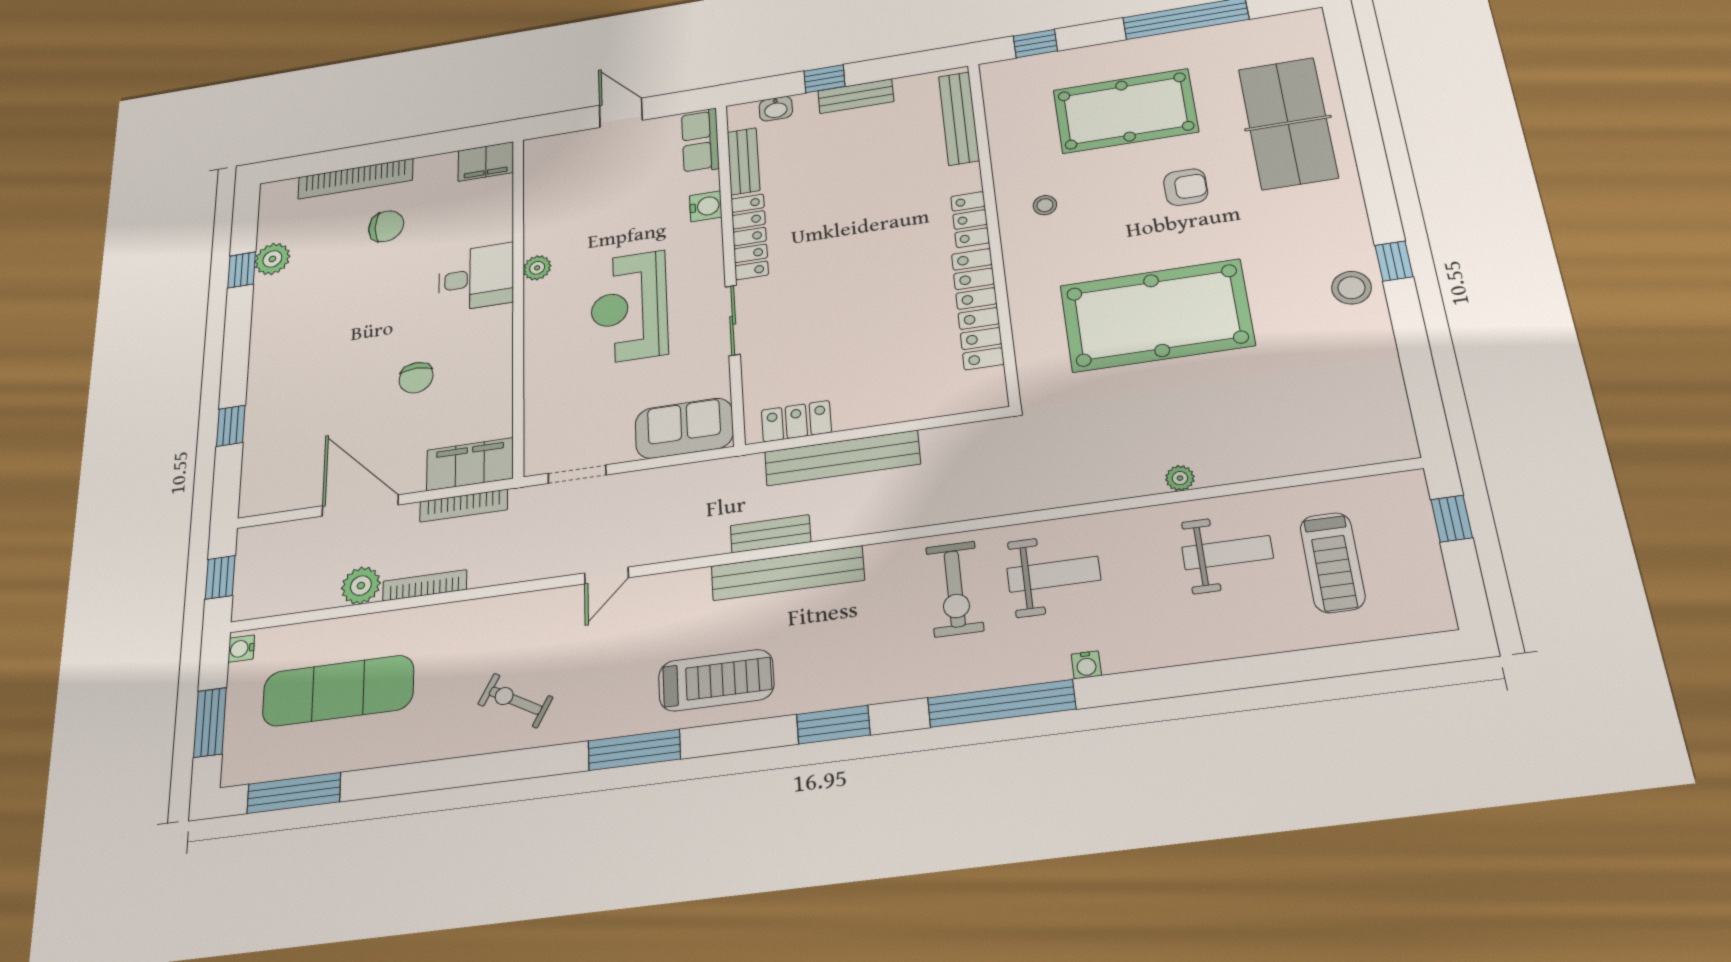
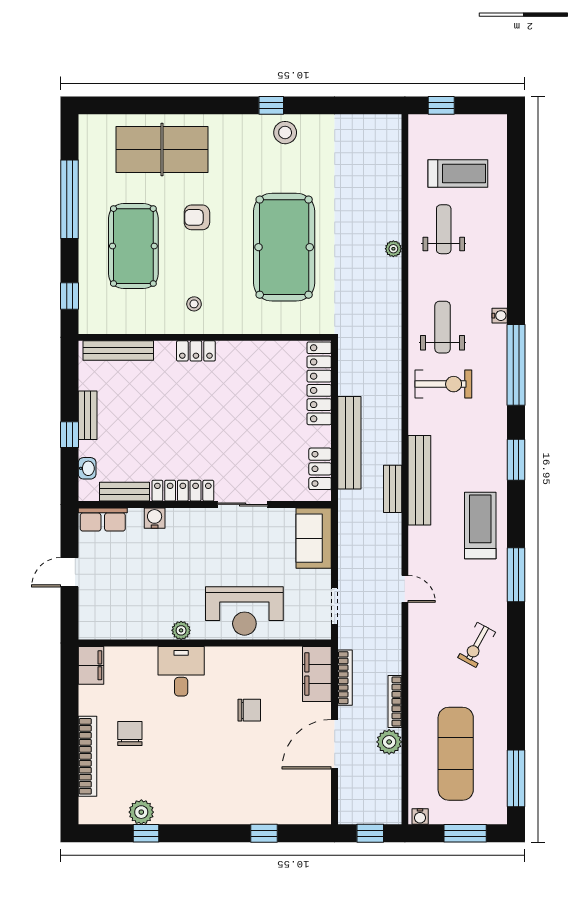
armchair: (1186, 187) -> (197, 217), turned -90
reception desk: (629, 307) -> (244, 611), moved
locker: (978, 308) -> (319, 383), moved, turned 90

